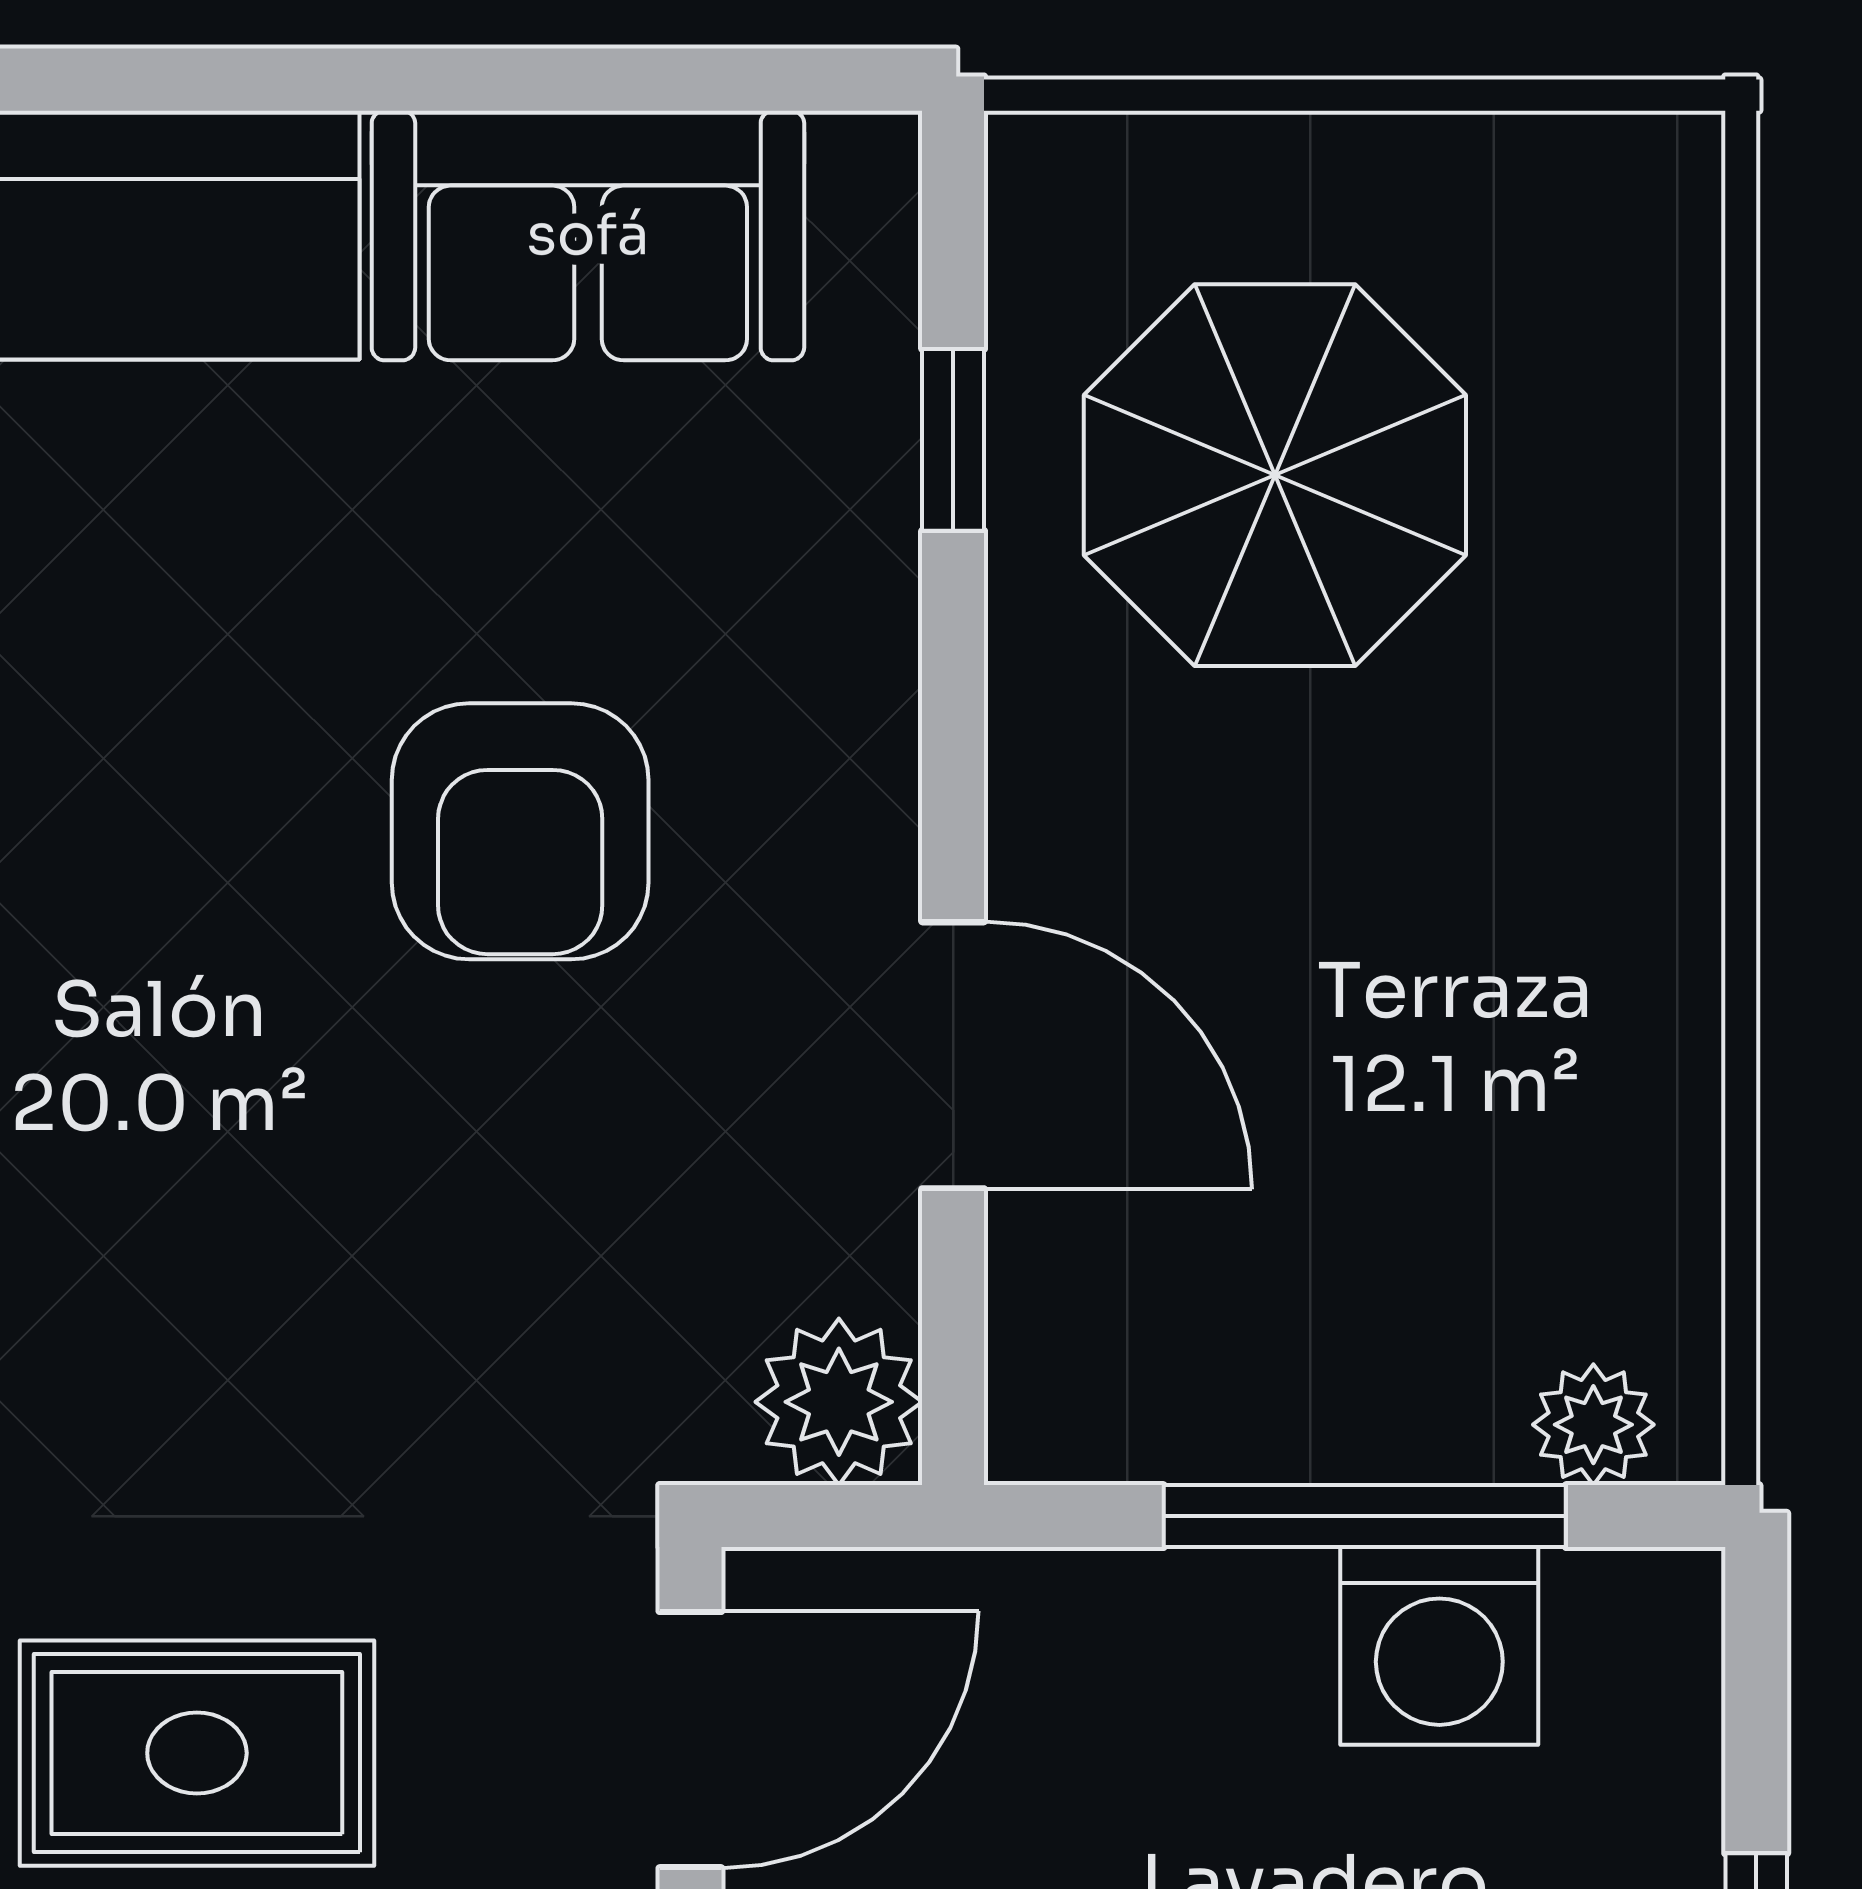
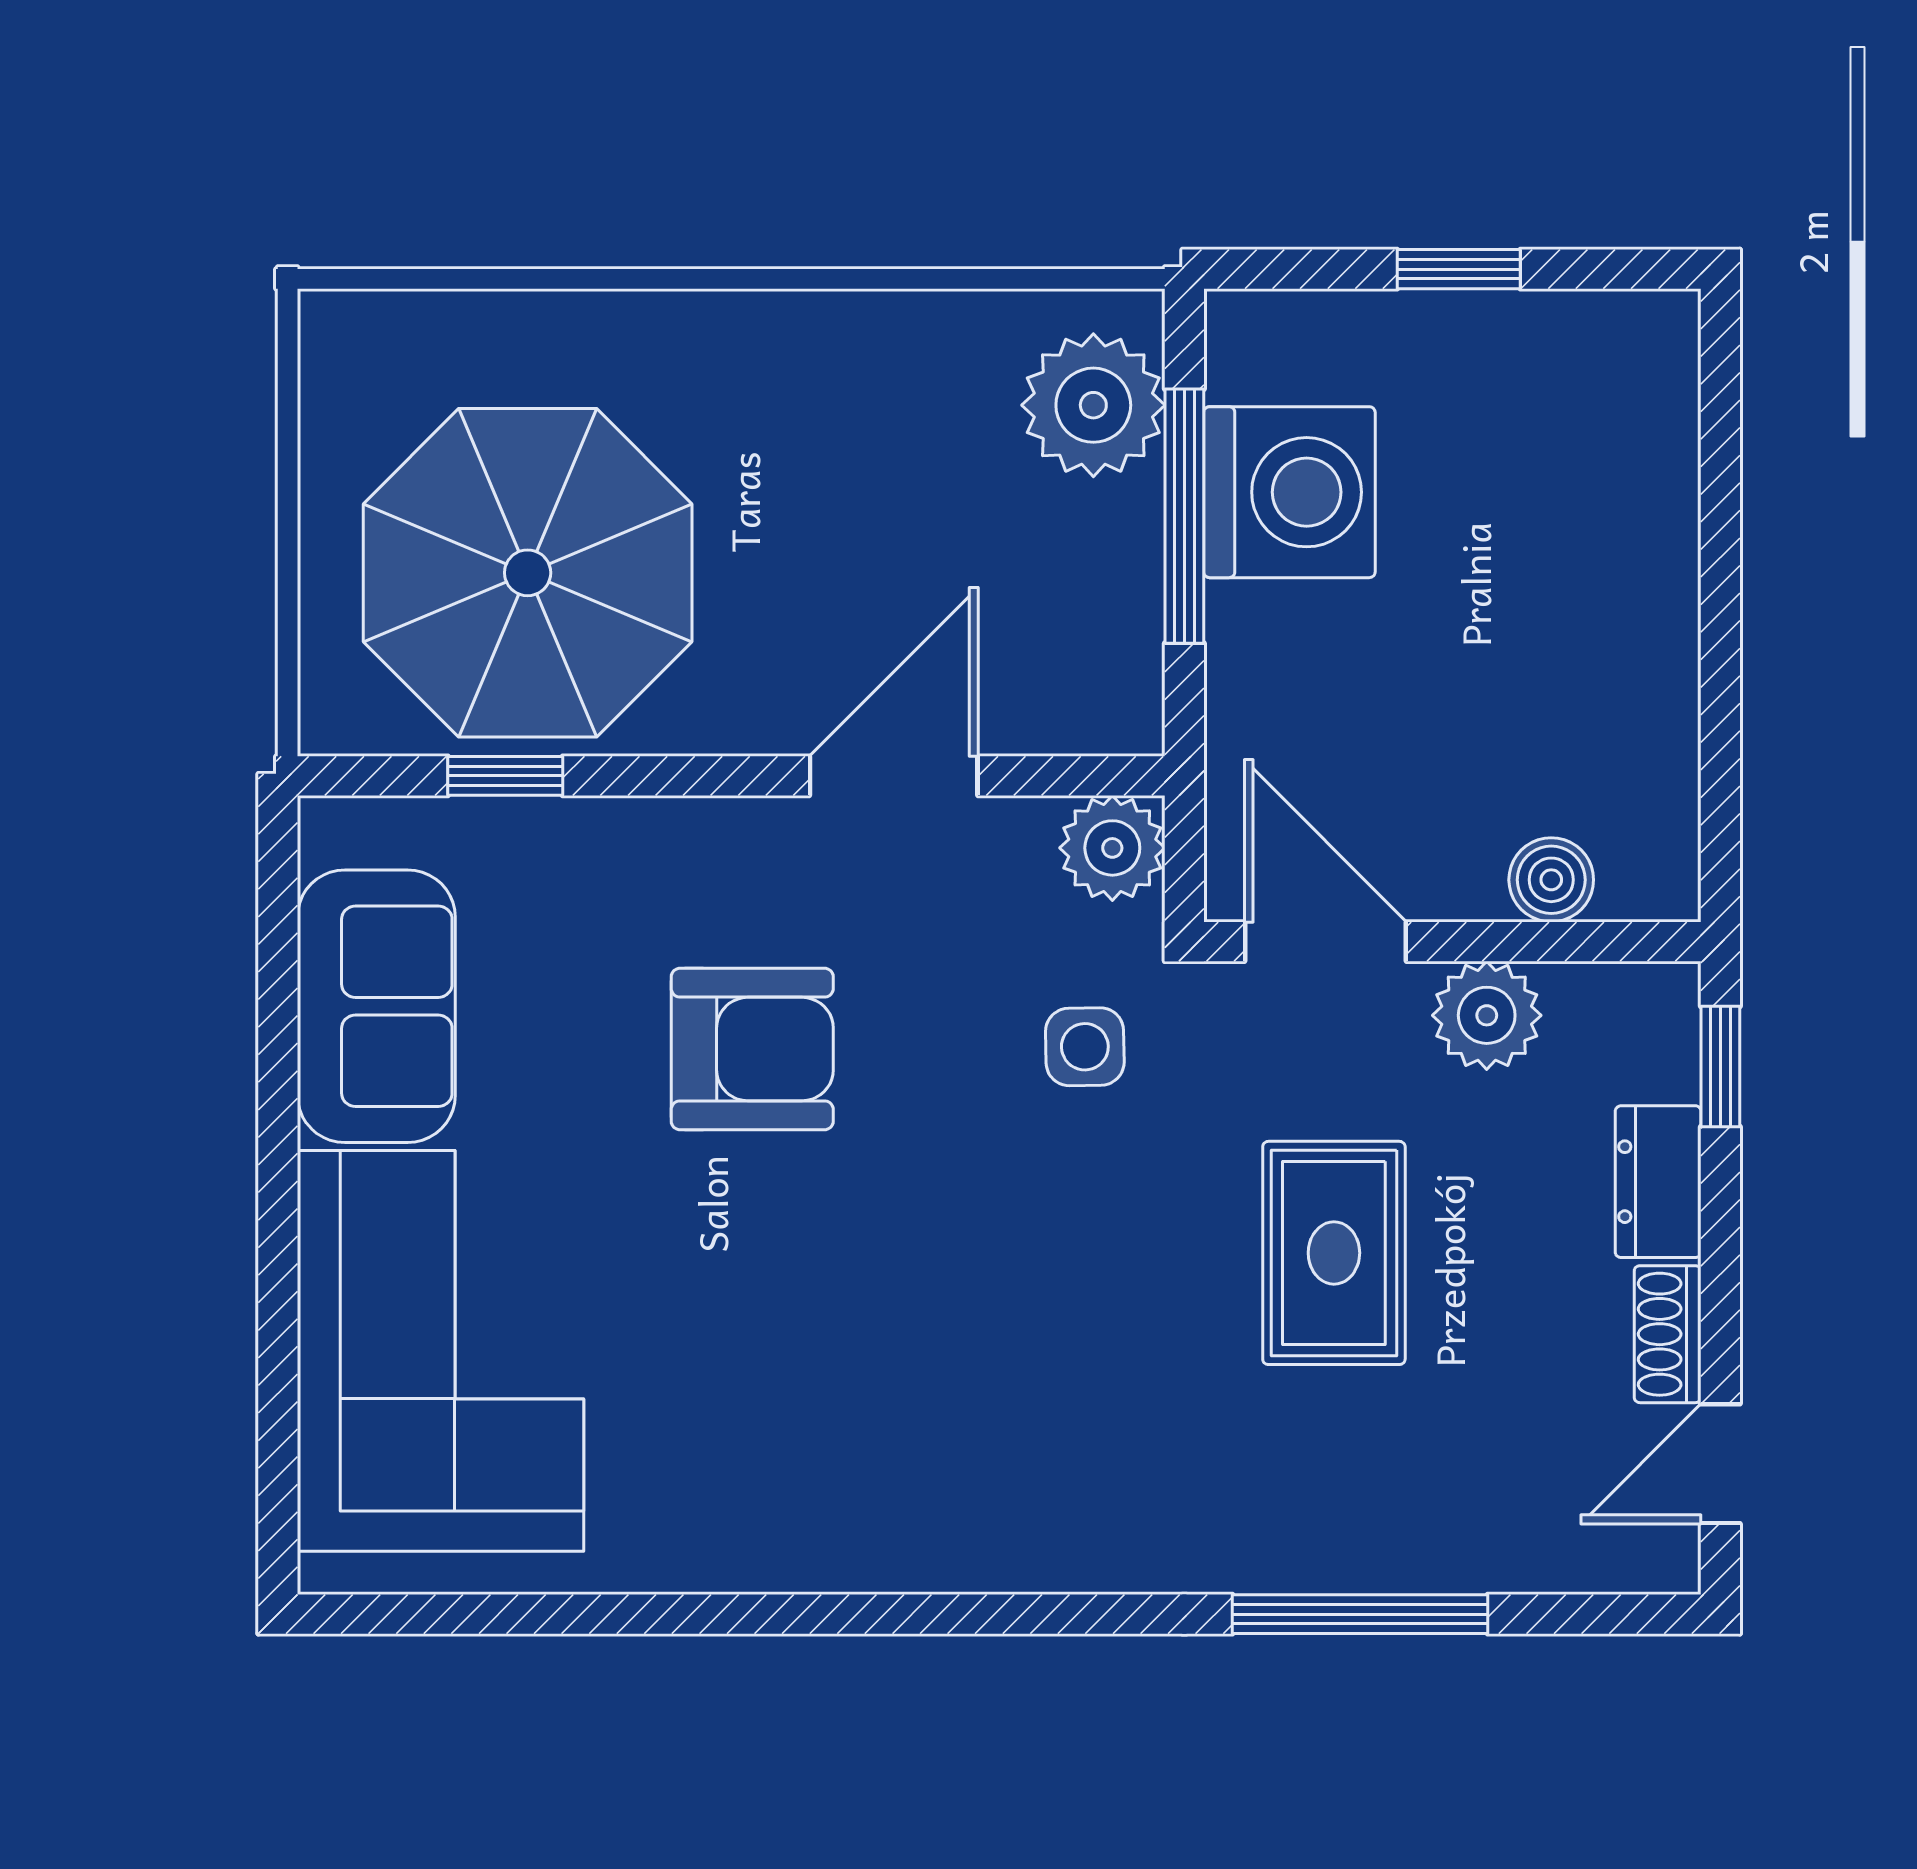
parasol: (1275, 475) -> (528, 573), width x1.36, depth x1.36
side table: (524, 1358) -> (1085, 1047), added
plant: (1593, 1425) -> (1093, 405), width x1.88, depth x1.88
washing machine: (1439, 1646) -> (1289, 492), width x1.37, depth x1.37

